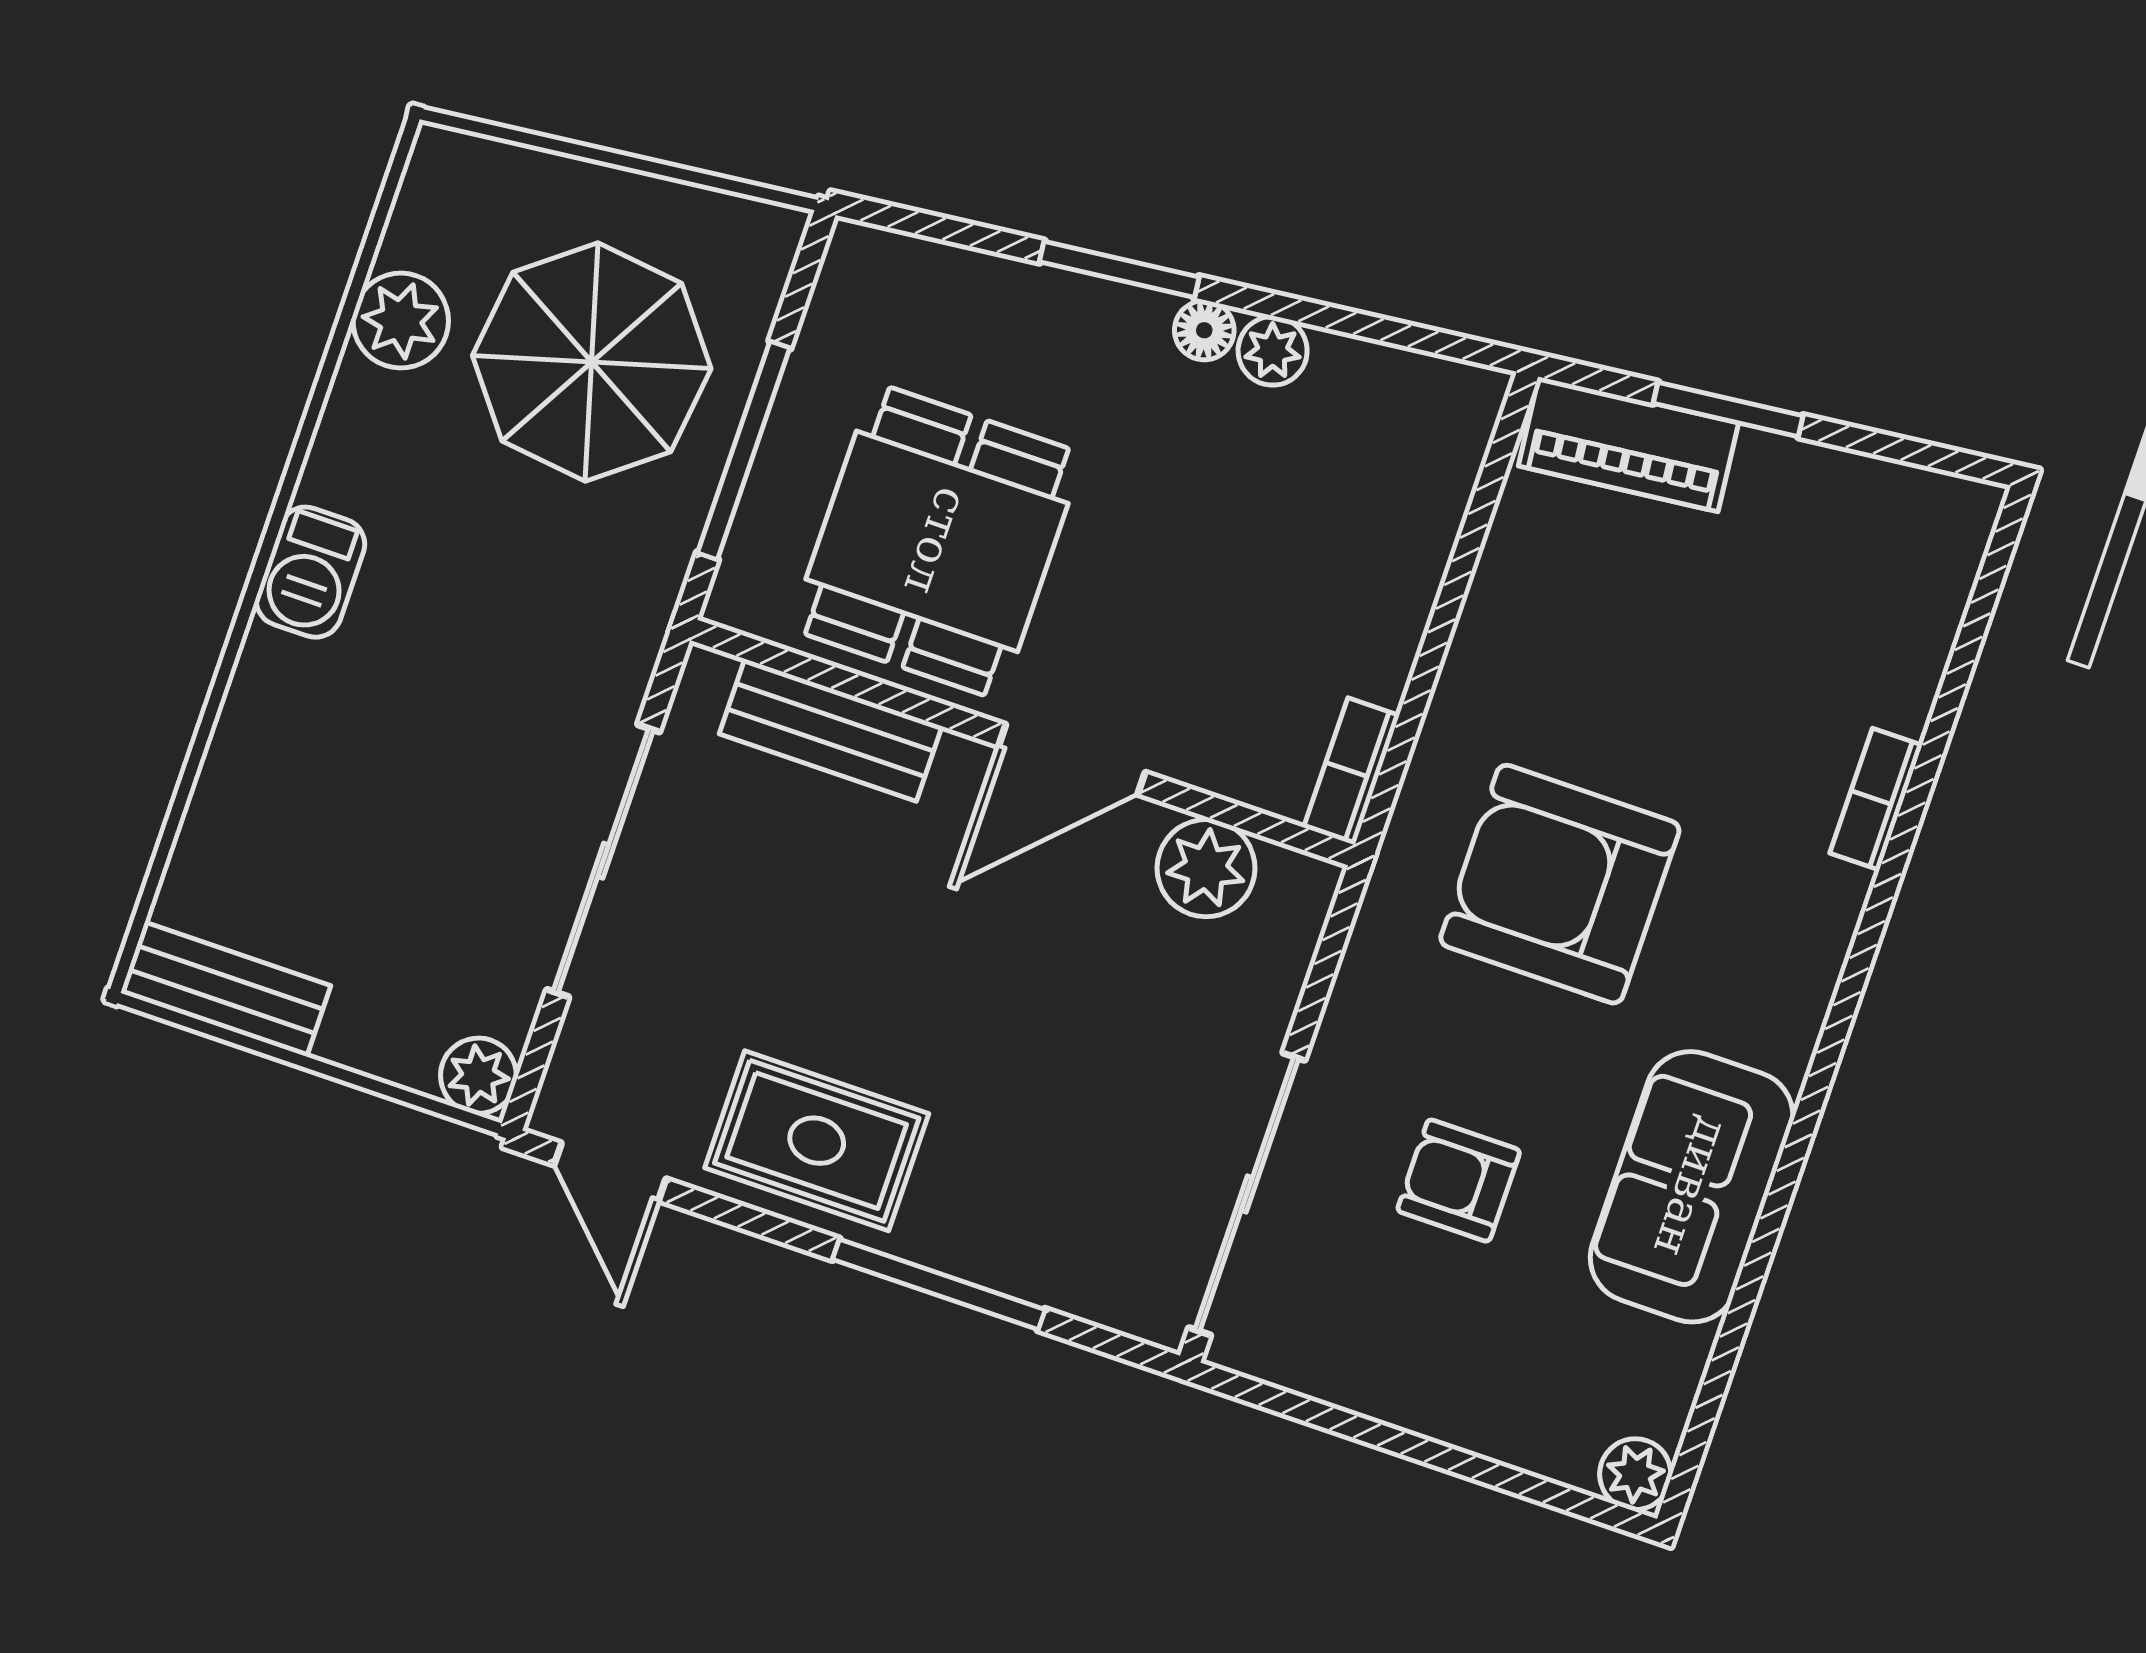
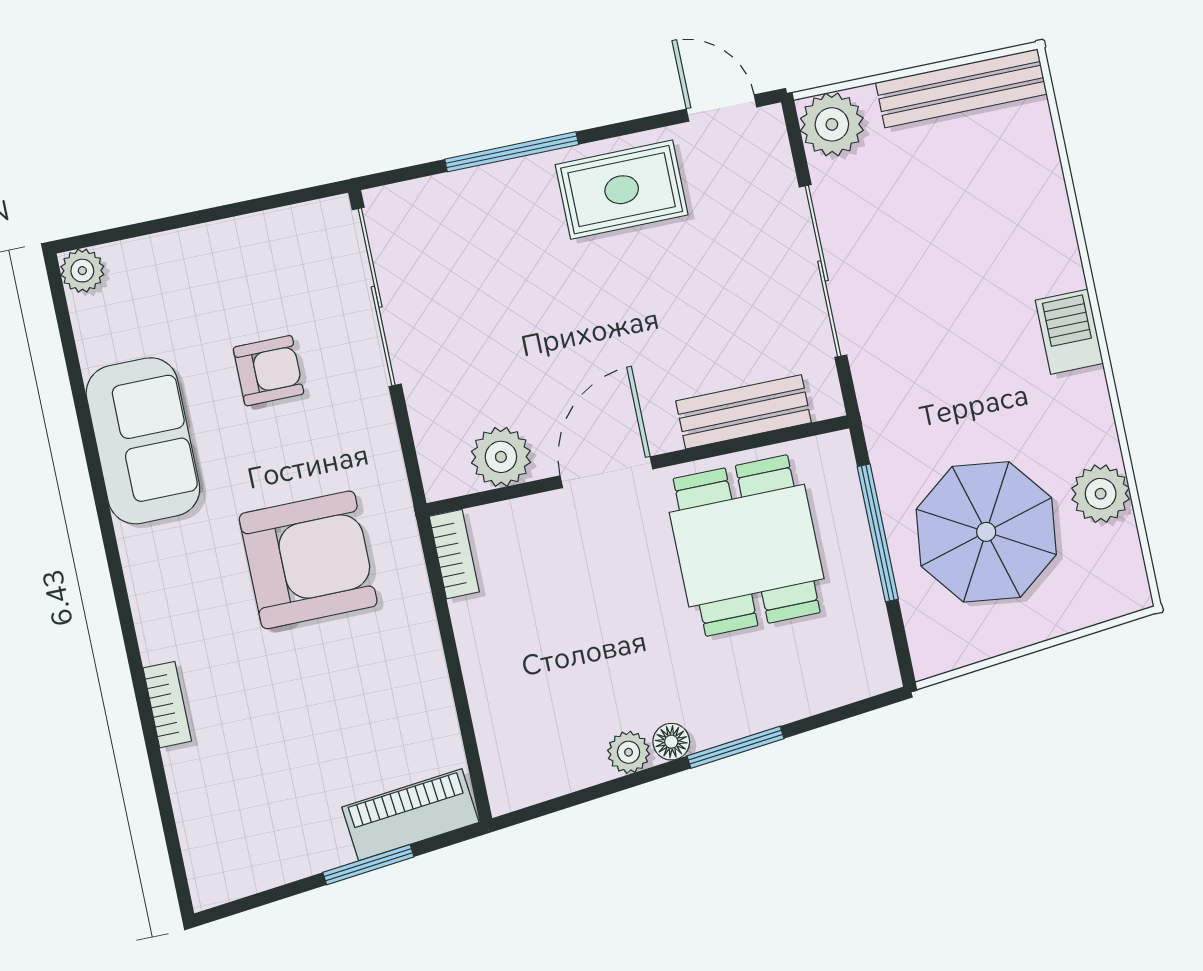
bench: (226, 989) -> (961, 88), width x1.36
plant: (478, 1076) -> (832, 124), width x1.38, depth x1.38

